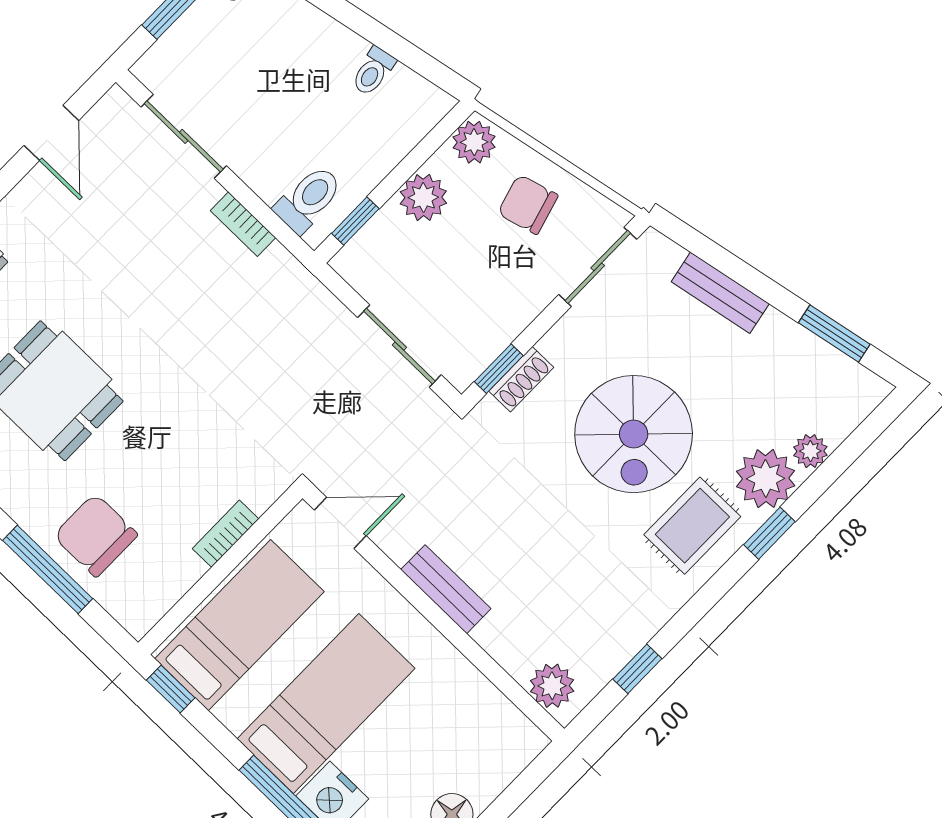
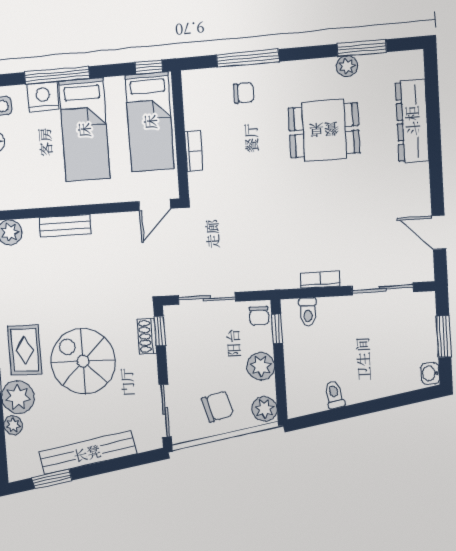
toilet: (308, 199) -> (308, 312), width x0.73, depth x0.72
chair: (360, 259) -> (259, 316), added
bench: (720, 293) -> (87, 453), width x1.86, depth x1.21
chair: (96, 535) -> (244, 93), width x0.54, depth x0.54
bench: (446, 589) -> (65, 226), moved

